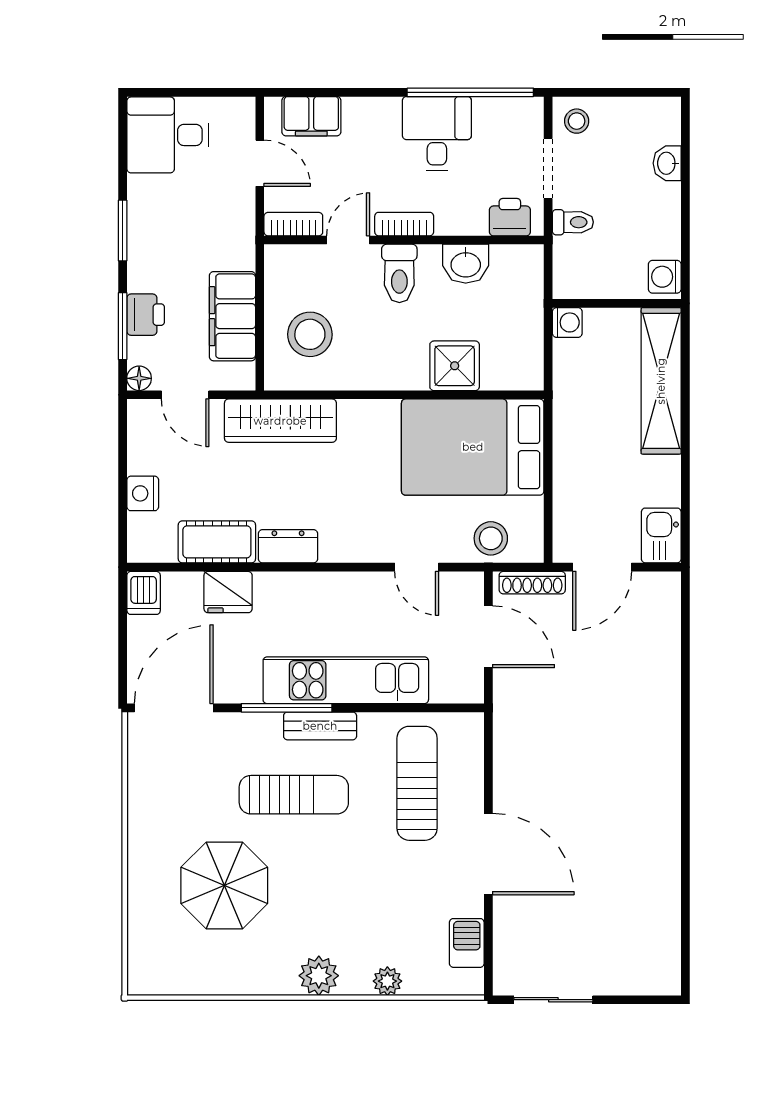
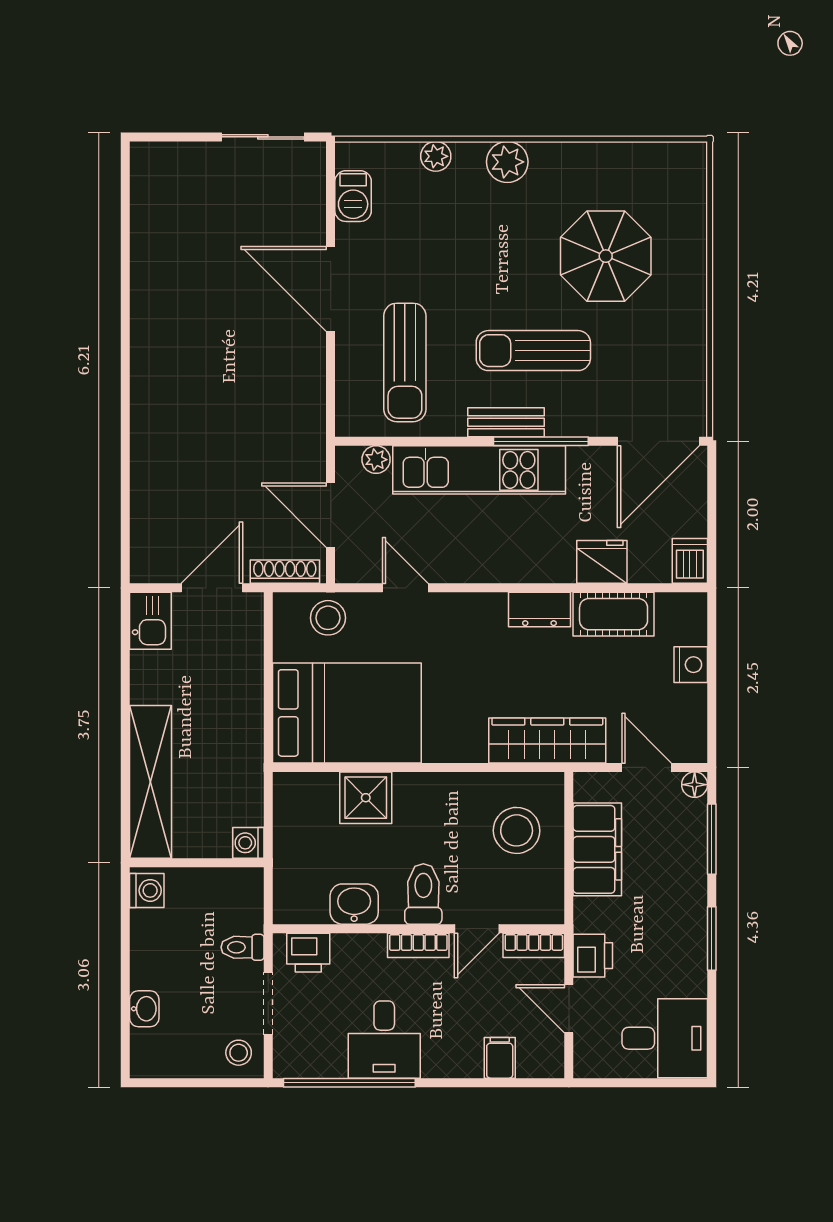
filing cabinet: (311, 116) -> (500, 1058), width x0.50
printer: (146, 315) -> (593, 956), moved, turned 180
plant: (445, 690) -> (376, 460), added

